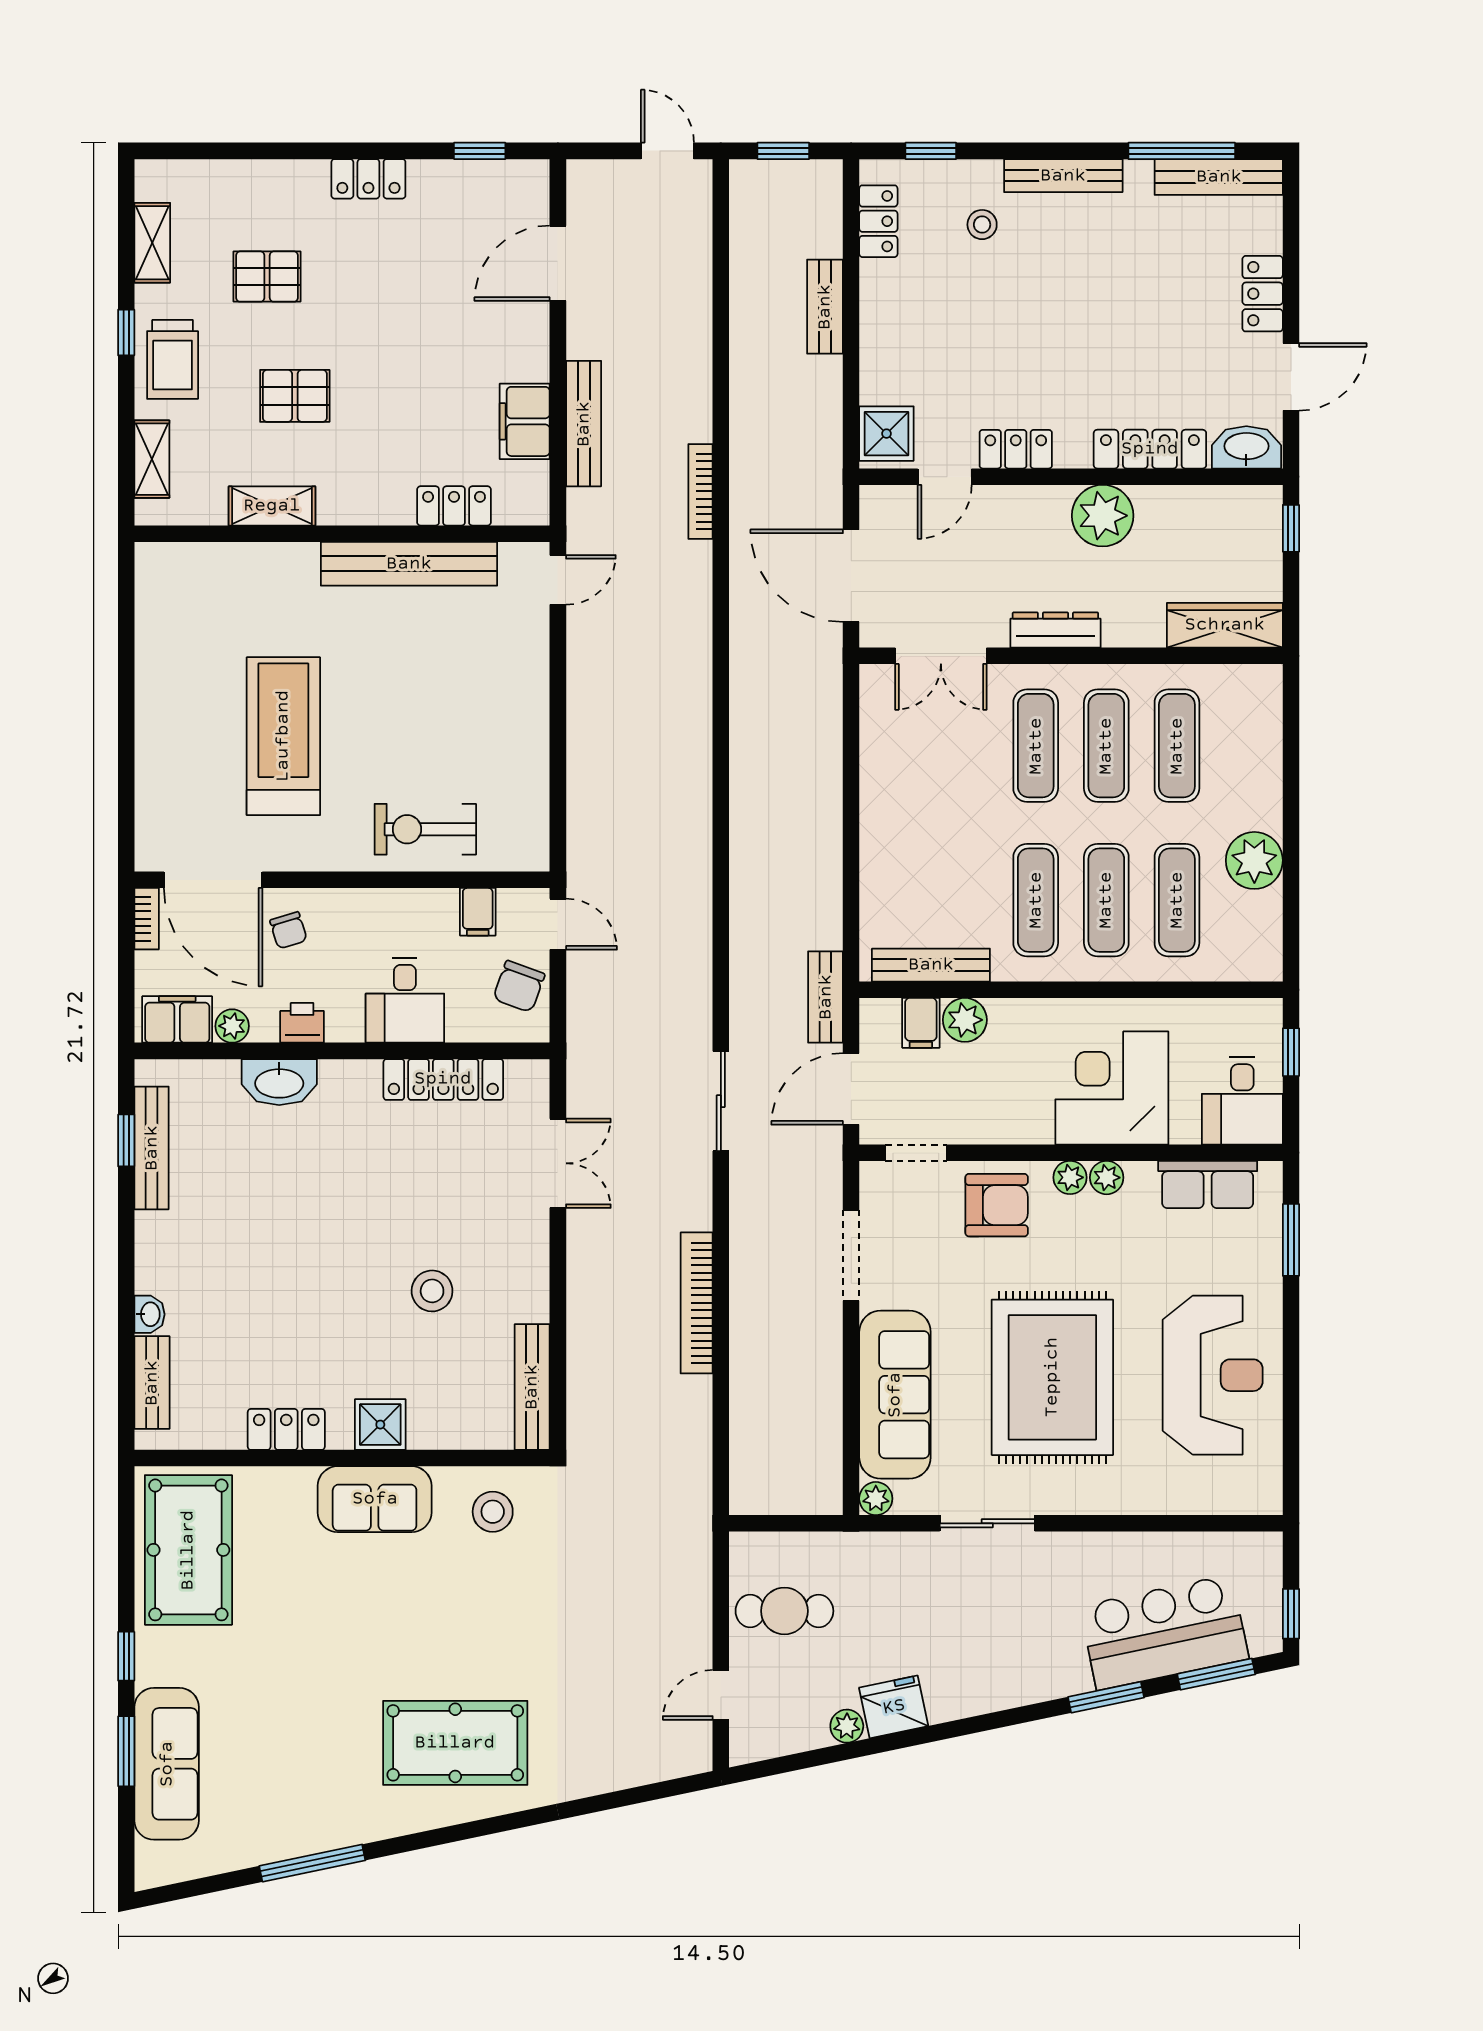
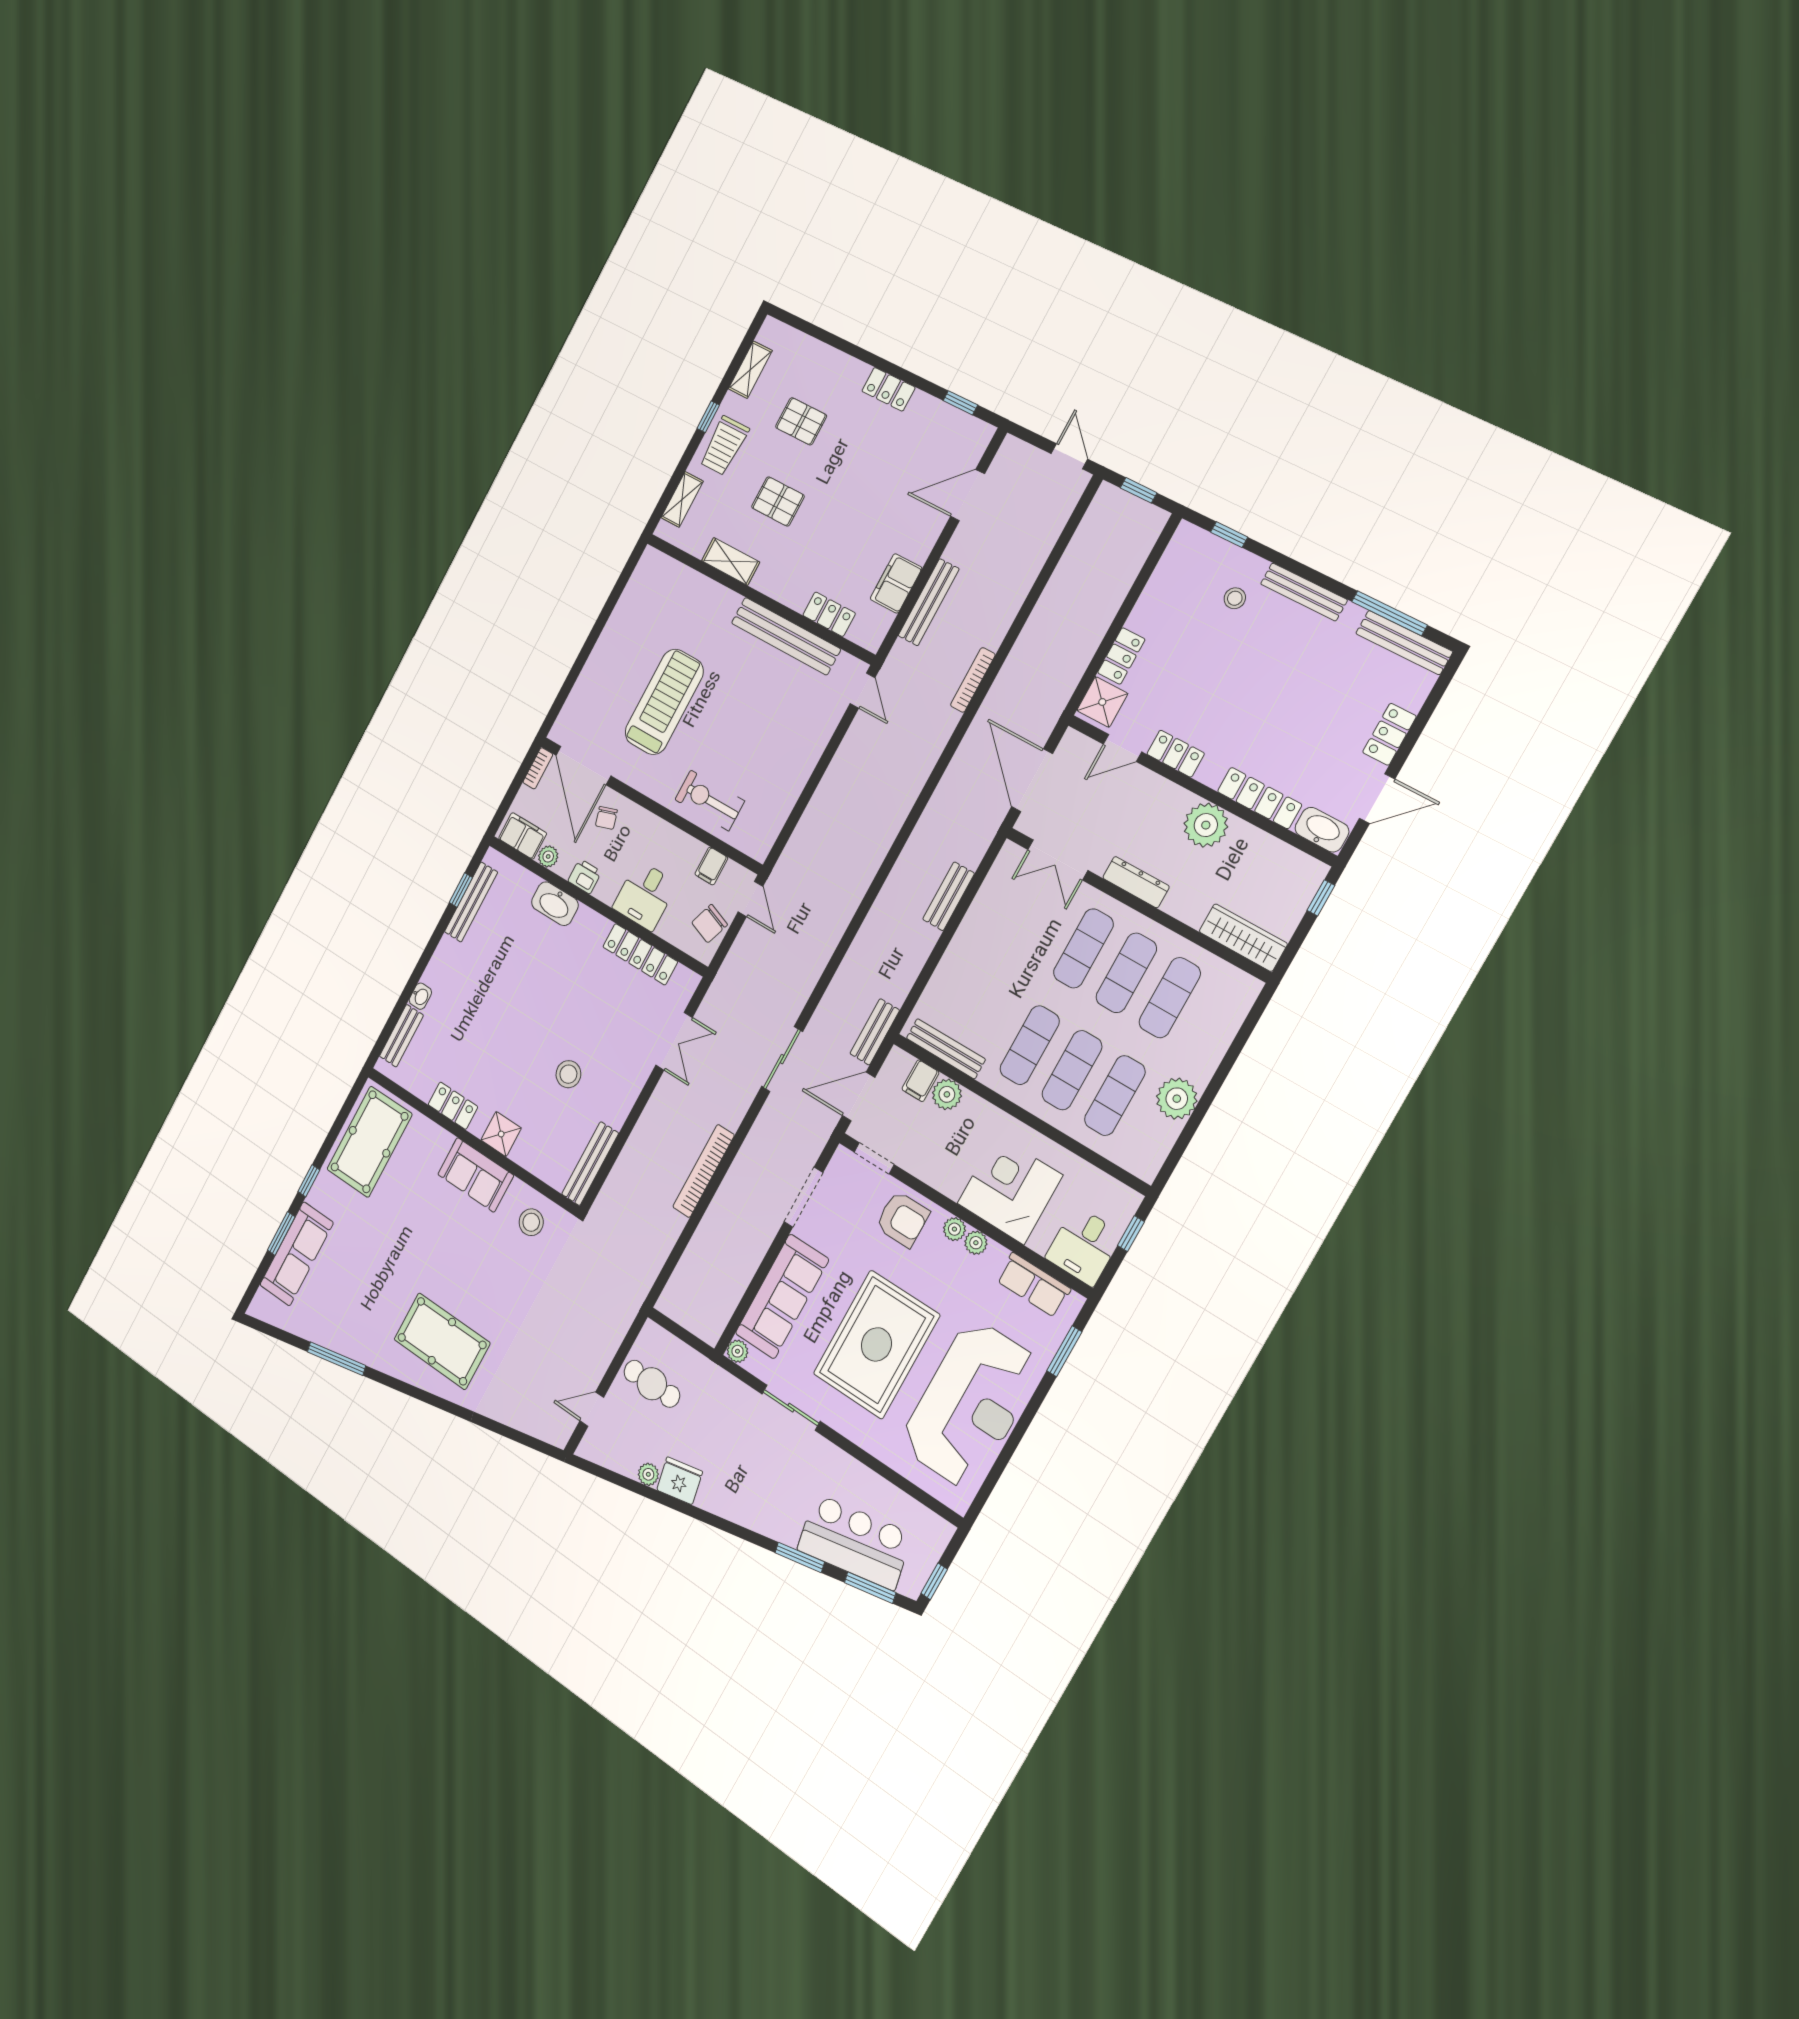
locker: (878, 221) -> (1121, 656), moved
bench: (825, 307) -> (949, 896), moved
door: (558, 580) -> (862, 691), hinge flipped
reception desk: (1213, 1375) -> (970, 1404), width x1.36, depth x1.30

